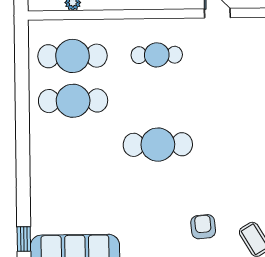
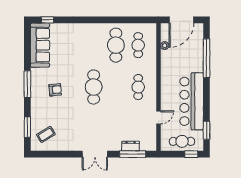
cafe table: (72, 56) -> (138, 45), width x0.73, depth x0.74
armchair: (203, 227) -> (55, 90), moved

